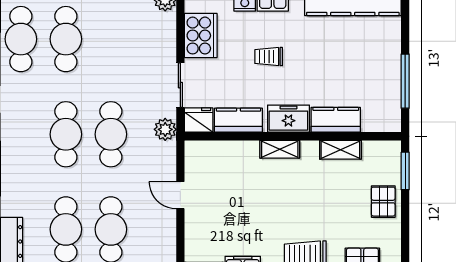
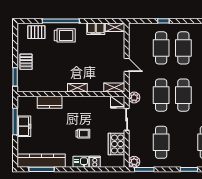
cafe table: (66, 39) -> (161, 142), moved
freezer: (288, 119) -> (24, 126), moved, turned -90
kitchen counter: (238, 120) -> (98, 102), removed
shelving: (340, 150) -> (114, 87), moved

